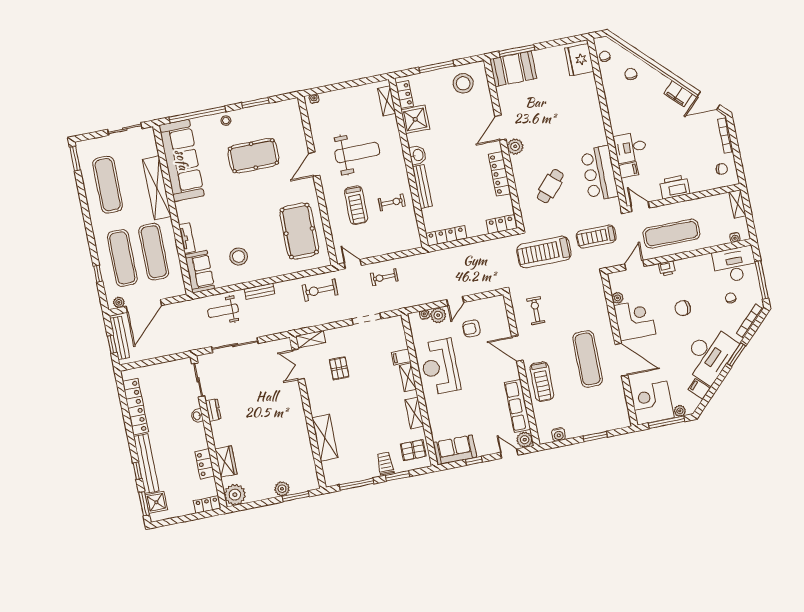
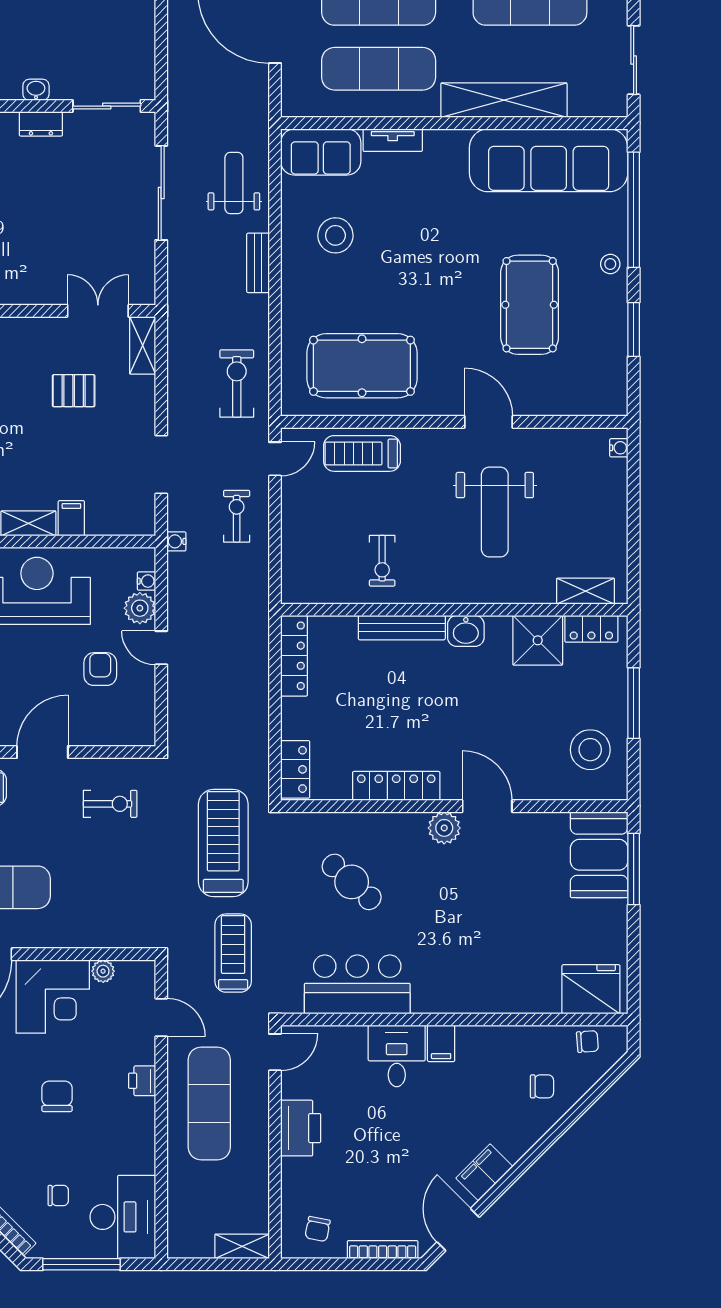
filing cabinet: (628, 170) -> (441, 1043), moved
treadmill: (356, 205) -> (362, 453), moved
water cooler: (735, 237) -> (176, 541), moved

